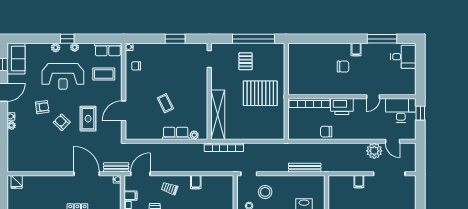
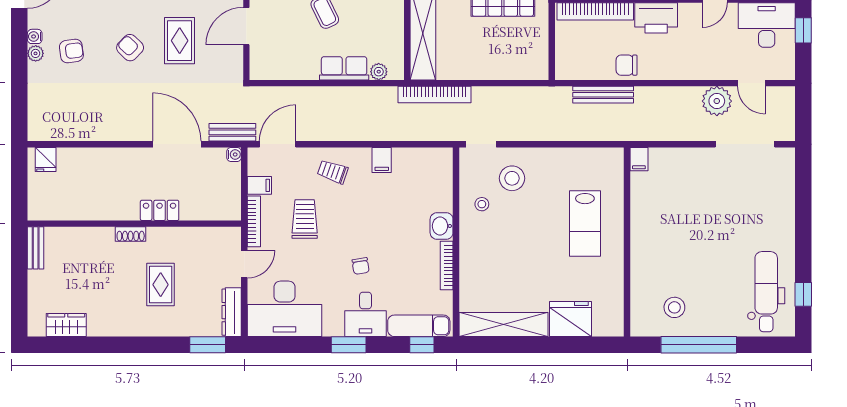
armchair: (42, 107) -> (71, 51), moved
bench: (305, 168) -> (603, 95), moved
filing cabinet: (359, 182) -> (639, 159), moved

